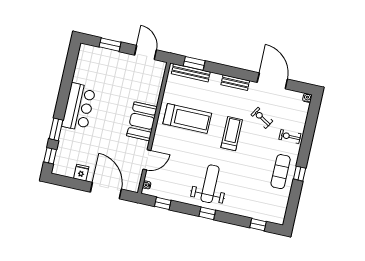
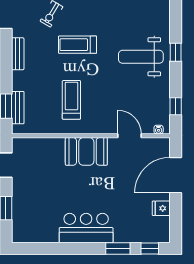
bench: (191, 73) -> (18, 108), width x0.73
treadmill: (187, 119) -> (71, 100), width x0.73, depth x0.73

